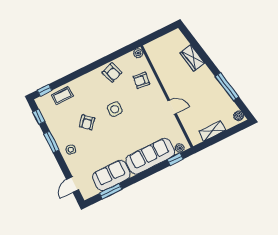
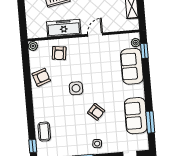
freezer: (166, 75) -> (64, 28), added
armchair: (87, 122) -> (96, 112), moved
sofa: (150, 156) -> (132, 66), width x0.73

